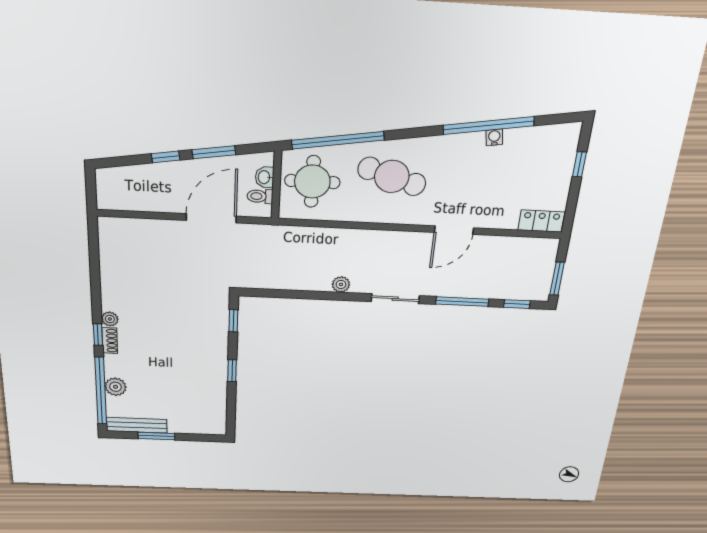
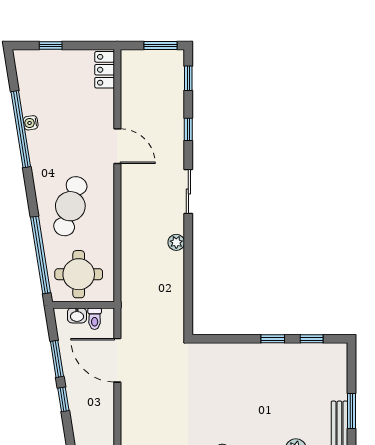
window: (462, 302) -> (188, 129), width x0.46
window: (233, 321) -> (312, 339), moved

